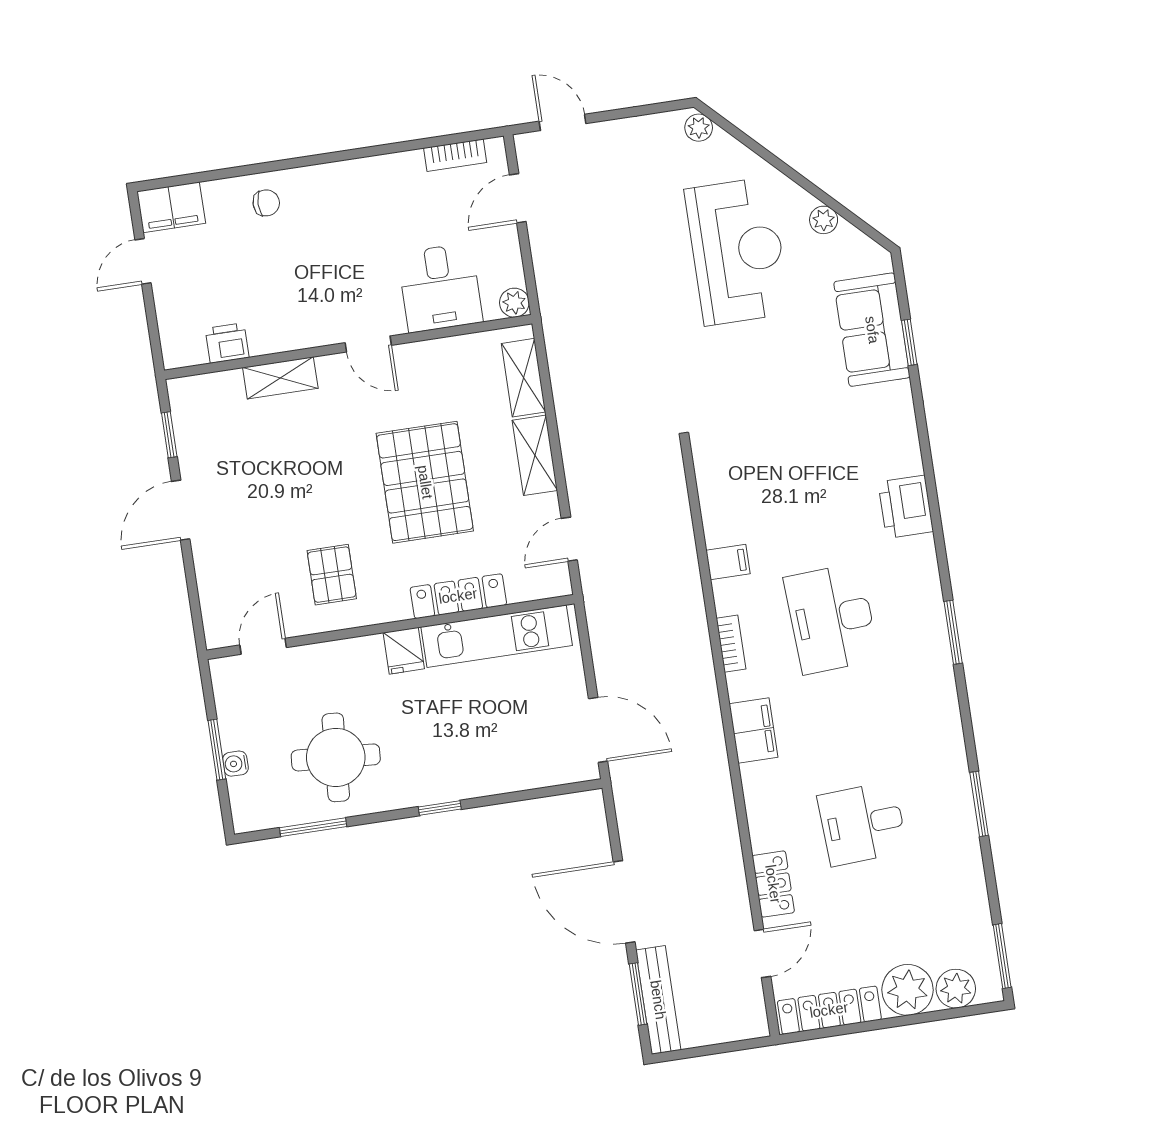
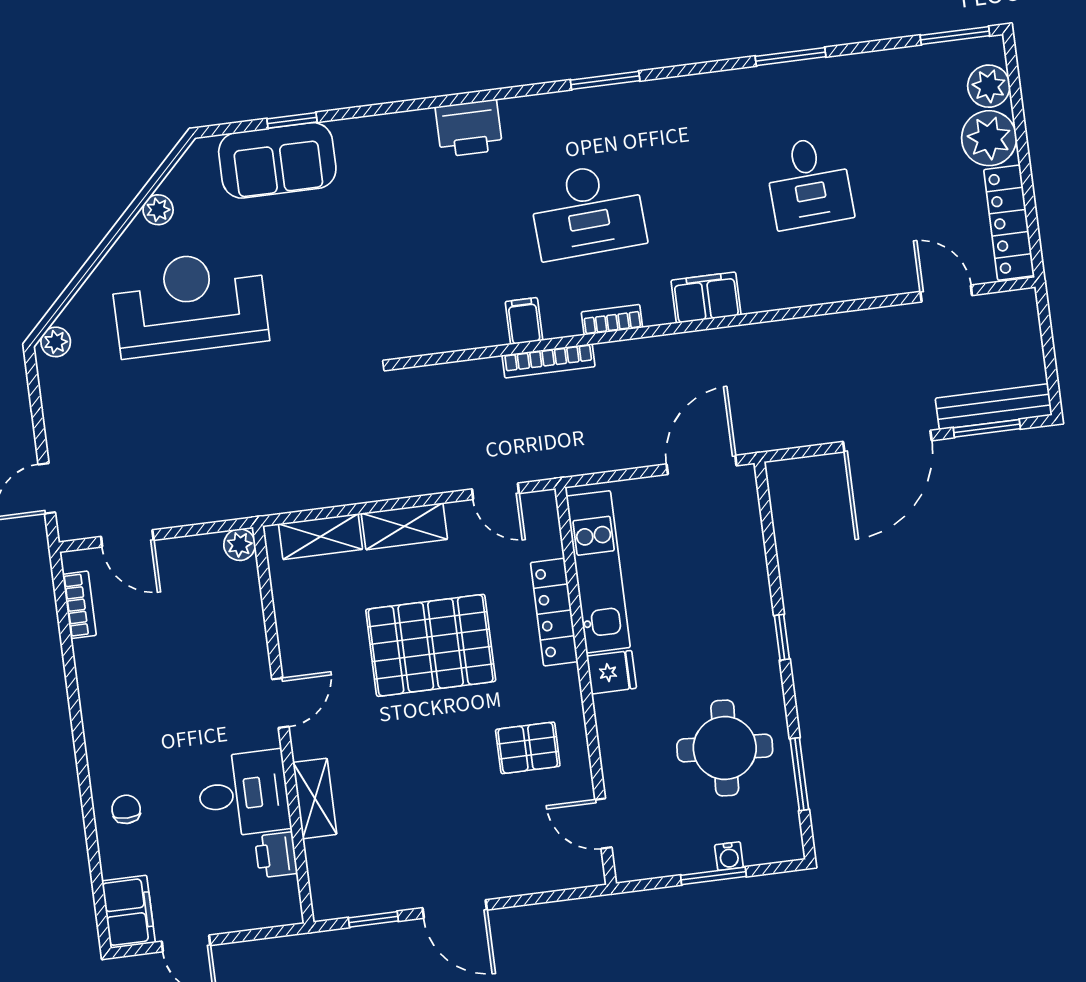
desk: (440, 288) -> (243, 794), moved
bookcase: (692, 586) -> (549, 361), added
locker: (773, 884) -> (872, 280), removed

